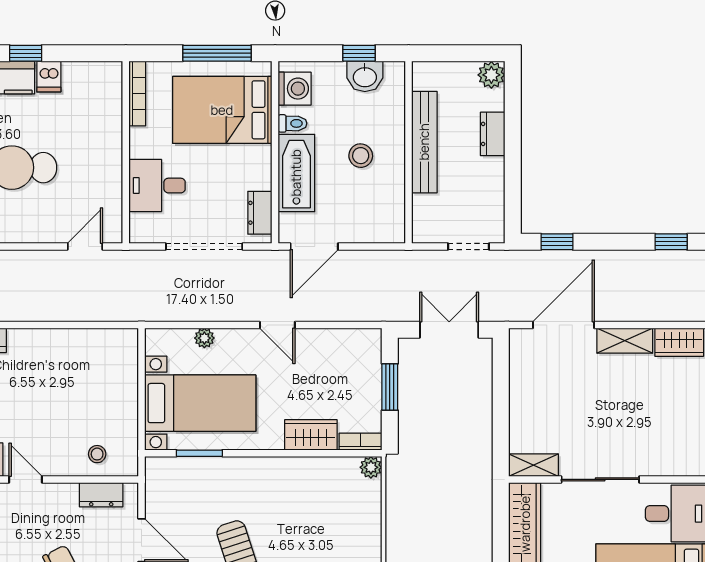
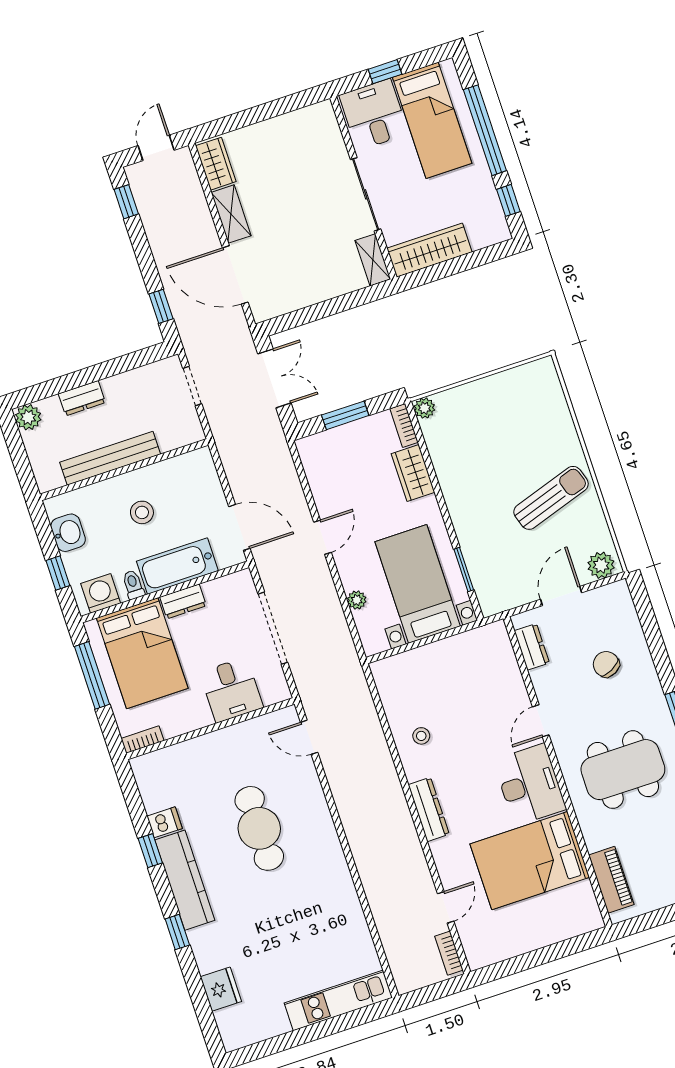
window: (359, 53) -> (58, 573), moved
bookcase: (137, 94) -> (142, 740), width x0.64
dresser: (260, 213) -> (183, 601), moved
double door: (449, 330) -> (274, 378), swing flipped
stool: (97, 454) -> (421, 736), moved

